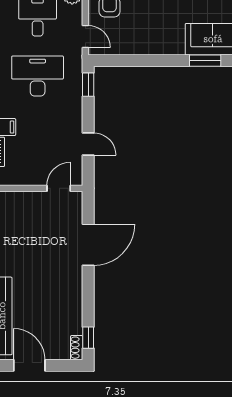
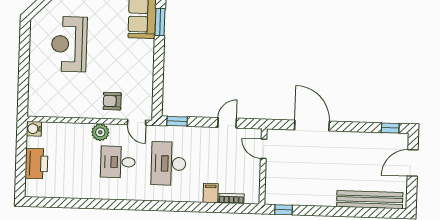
door: (85, 37) -> (137, 122), swing flipped
shoe rack: (77, 348) -> (398, 138), removed
door: (29, 365) -> (413, 163), moved

